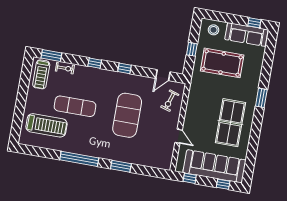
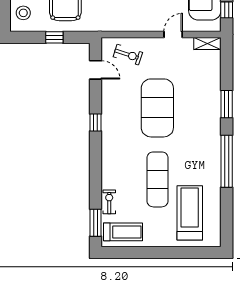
window: (95, 63) -> (96, 163), removed
exercise mat: (127, 115) -> (157, 108), turned 90
shelving: (168, 160) -> (207, 43), added

